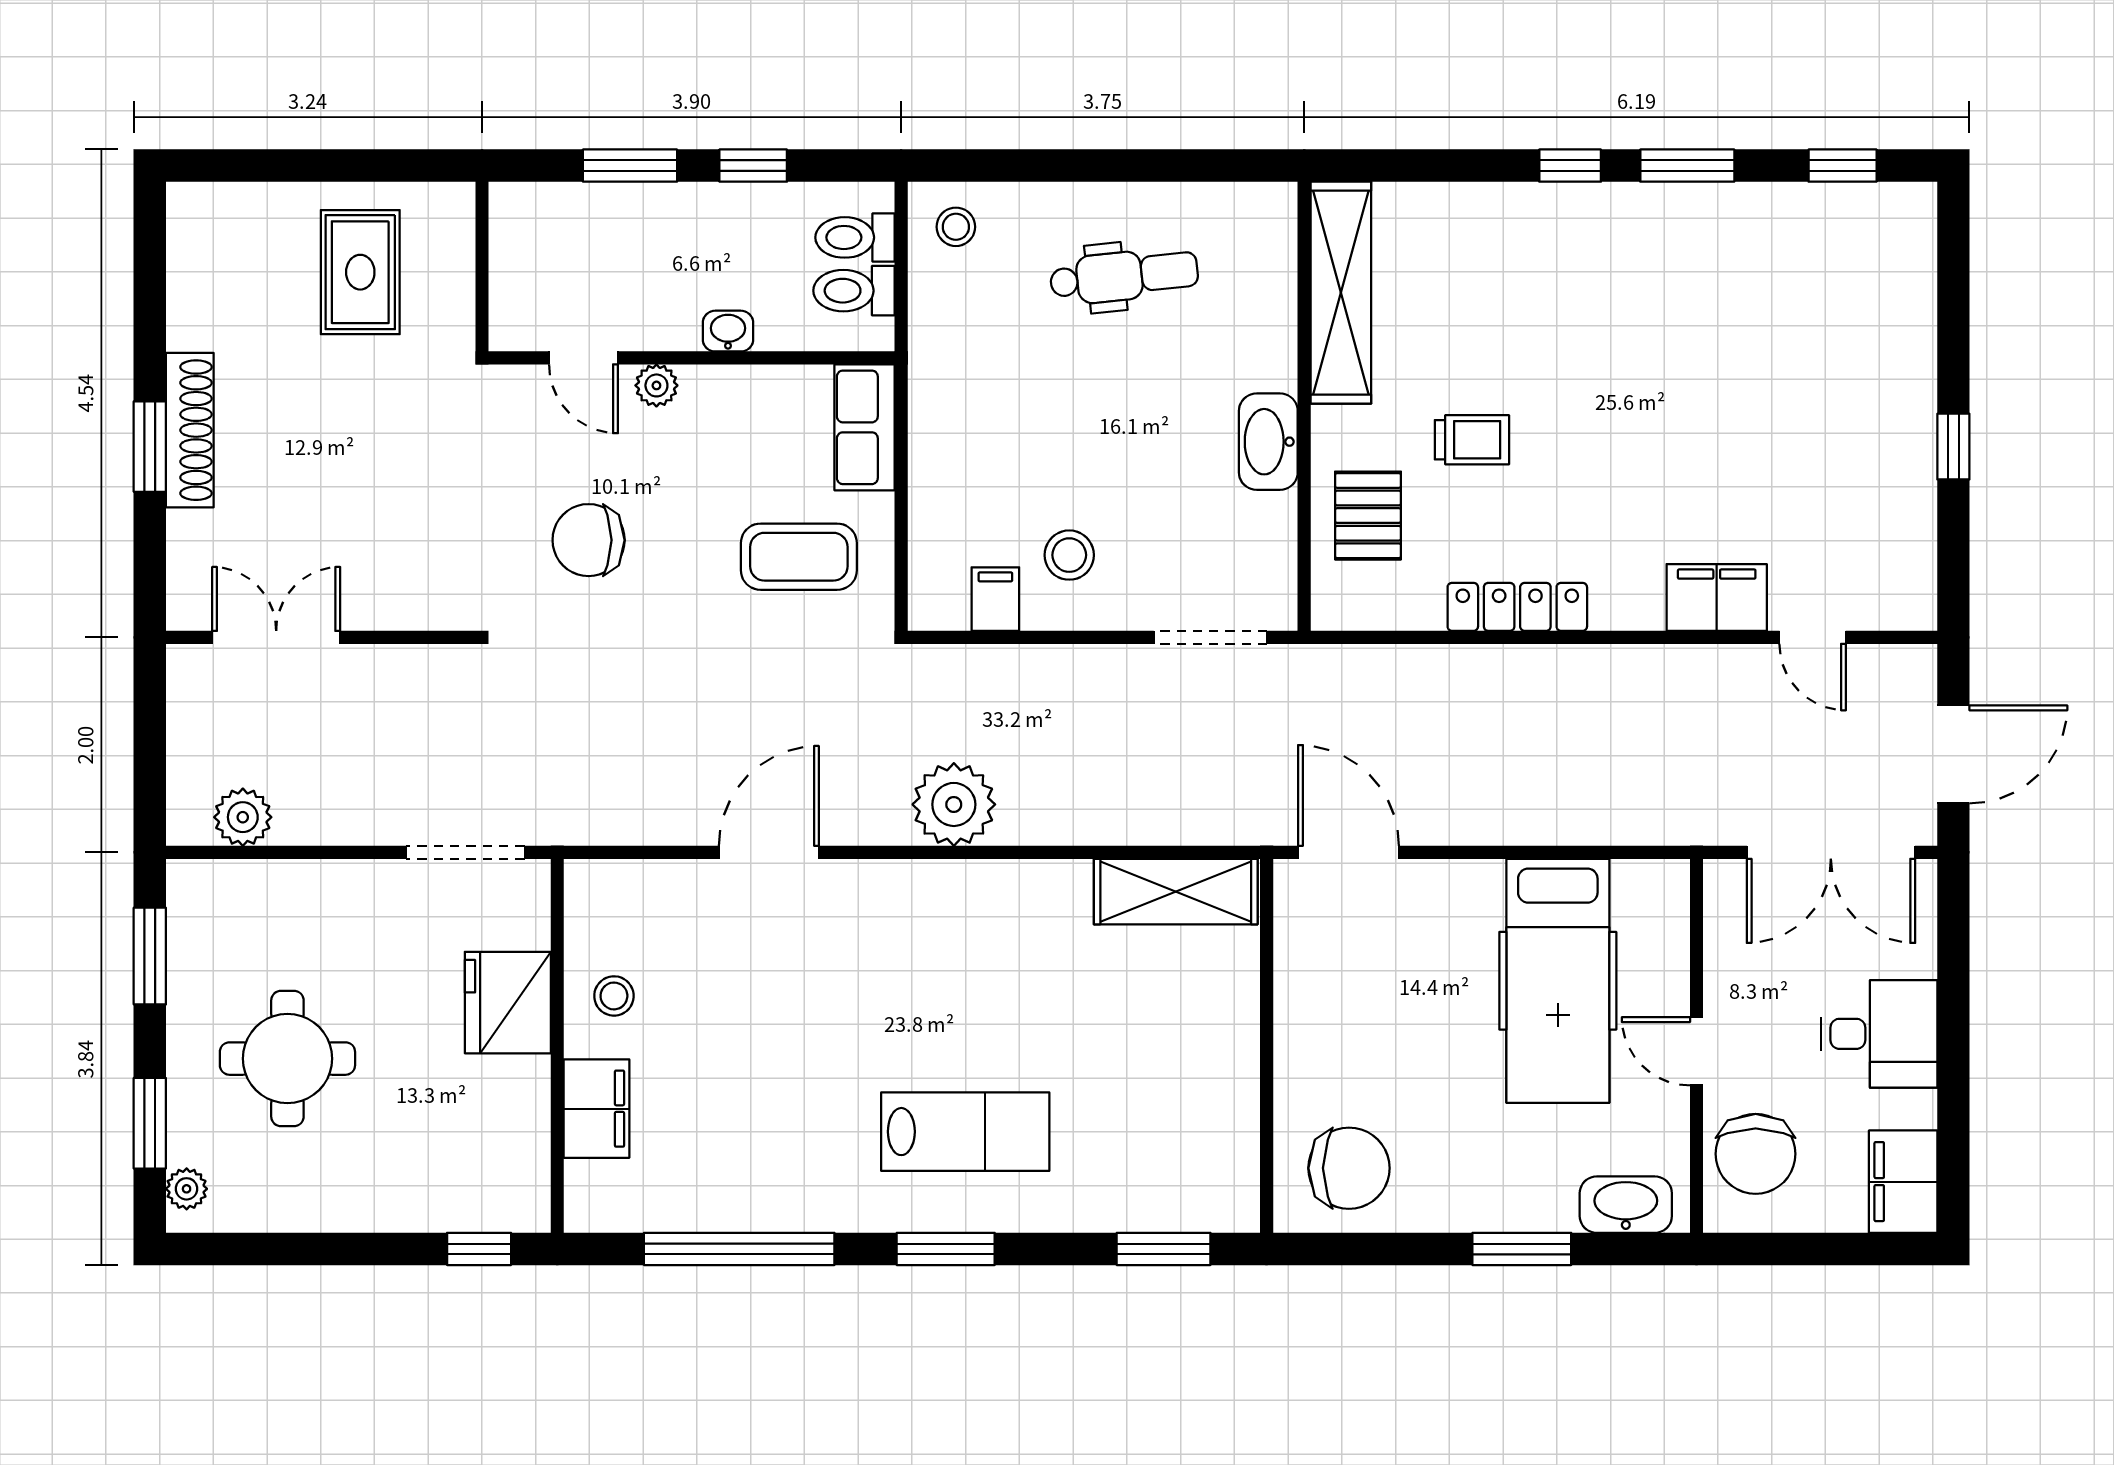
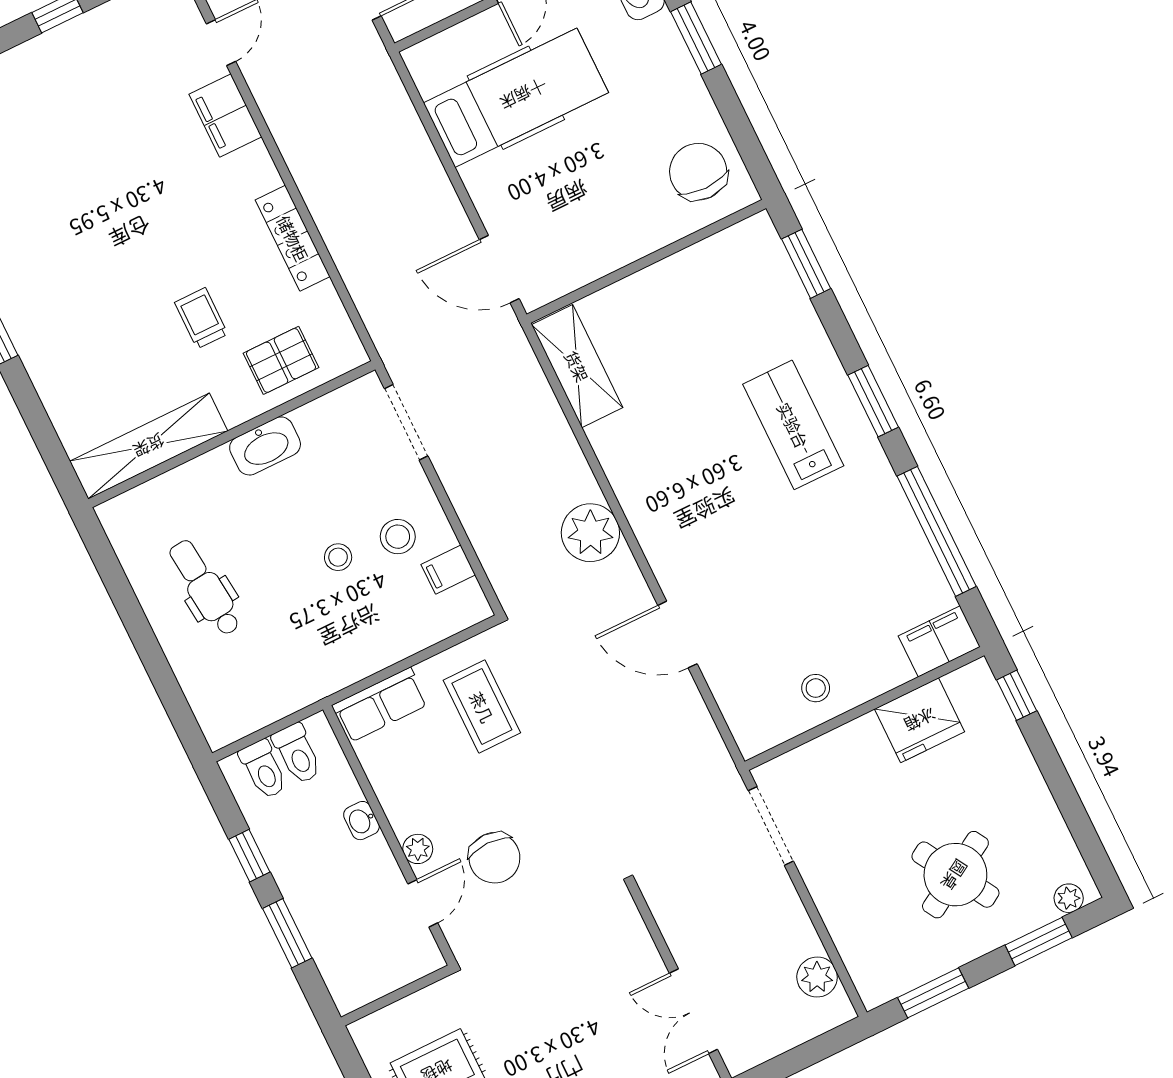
stool: (956, 227) -> (338, 557), moved
chair: (589, 540) -> (494, 858), moved
door: (1348, 852) -> (499, 269), hinge flipped
fridge: (508, 1003) -> (920, 720), moved
round table: (287, 1059) -> (955, 875), turned -31
filing cabinet: (596, 1109) -> (939, 641), moved

